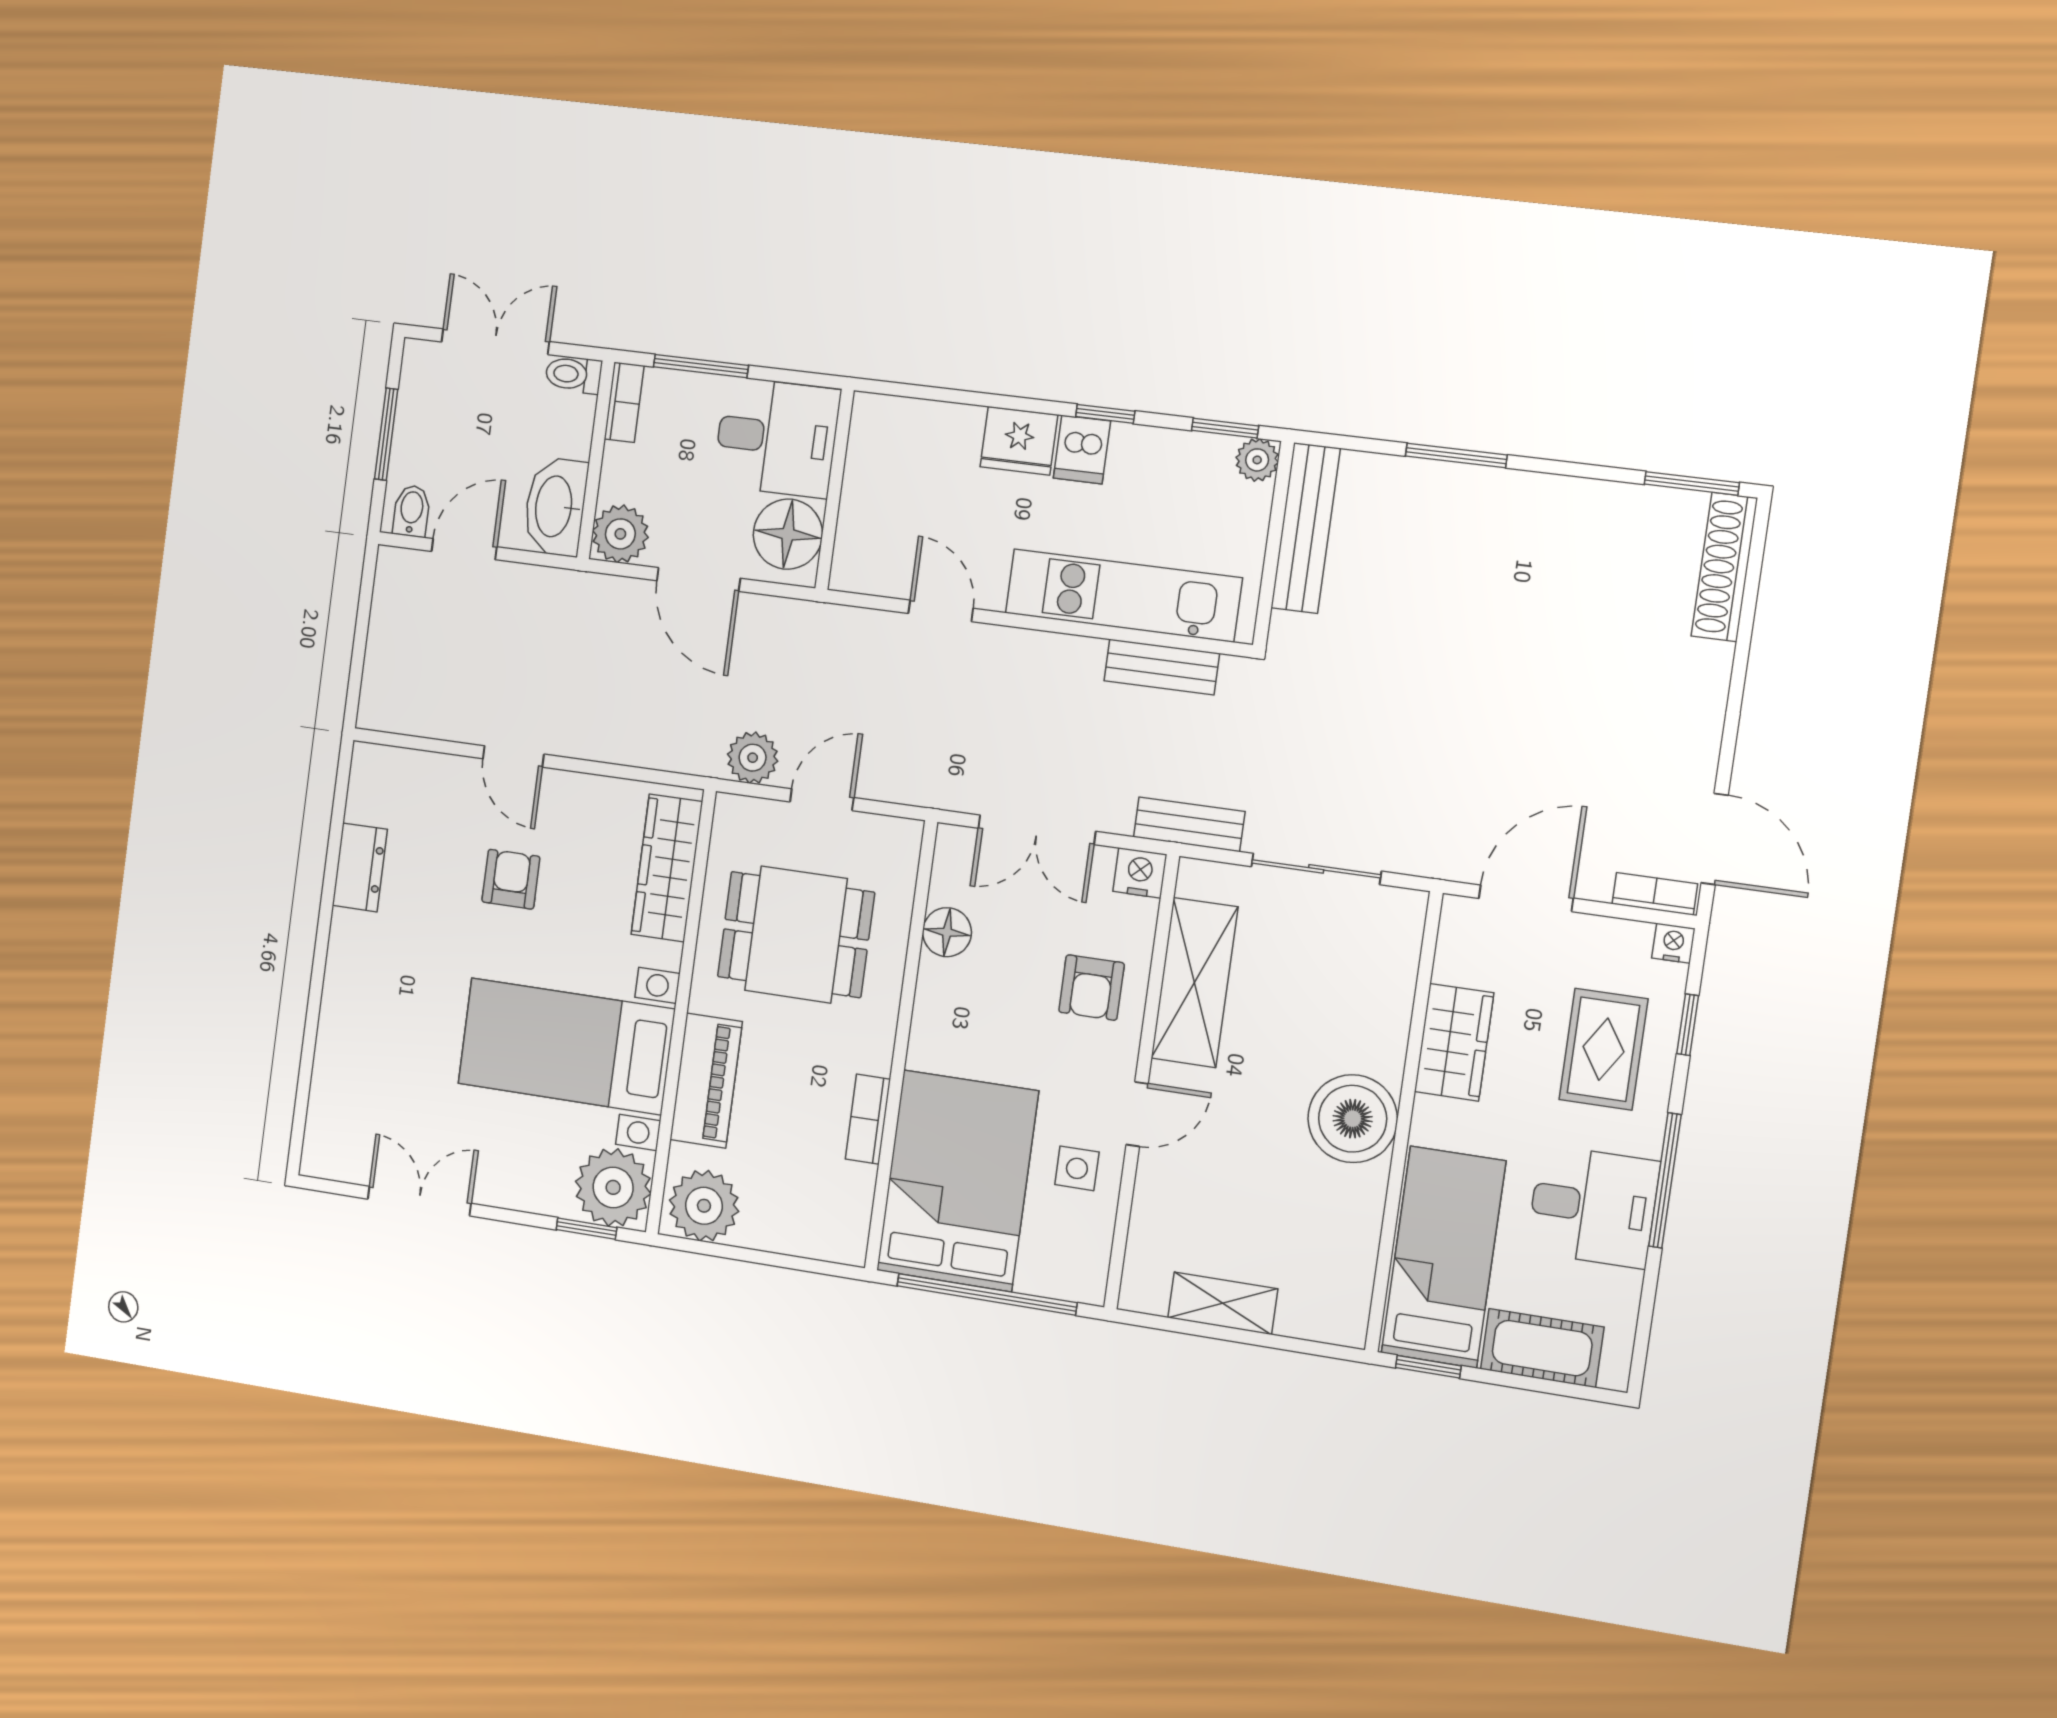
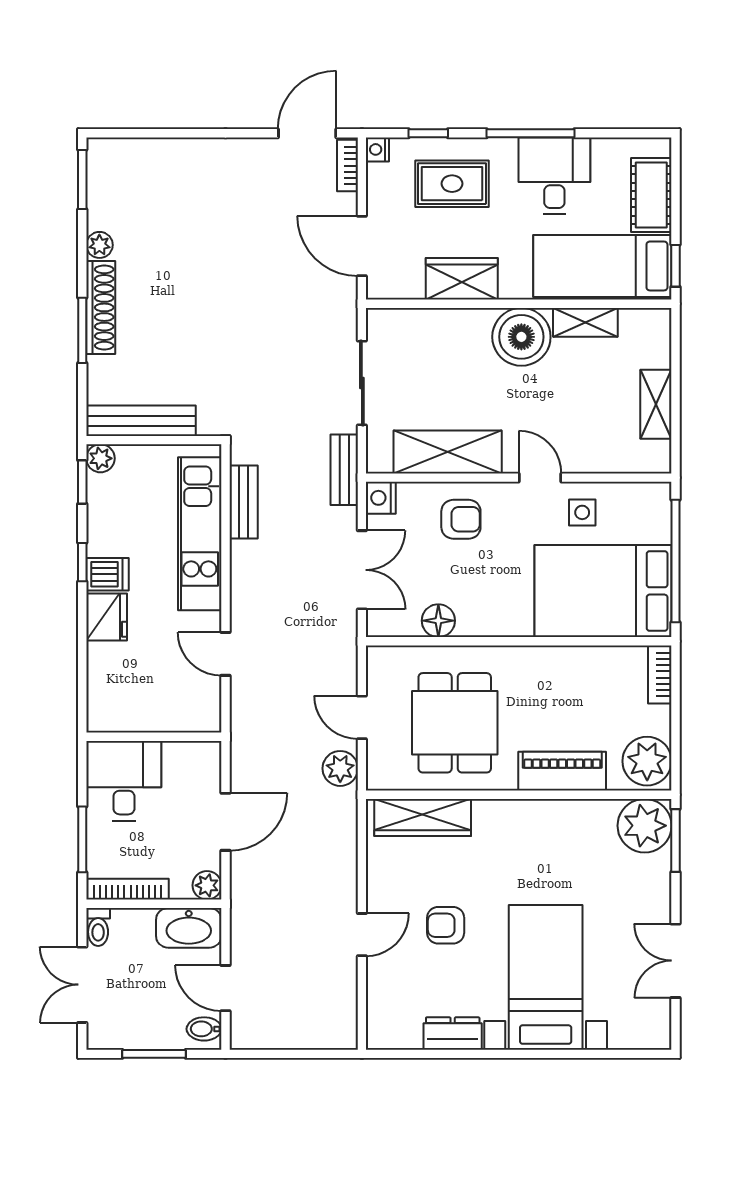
bookcase: (624, 402) -> (128, 889), width x1.56
plant: (1585, 498) -> (99, 245), added
plant: (620, 534) -> (207, 885), width x0.73, depth x0.73
floor lamp: (788, 534) -> (187, 765), removed
shoe rack: (1724, 567) -> (101, 307), moved, turned -90
door: (941, 611) -> (225, 654), hinge flipped
bed with nightstands: (566, 1046) -> (546, 977), moved, turned 180
bookcase: (868, 1119) -> (660, 675), moved, turned 90
shelving: (1361, 1218) -> (585, 322), added
window: (587, 1229) -> (676, 840), width x1.50

